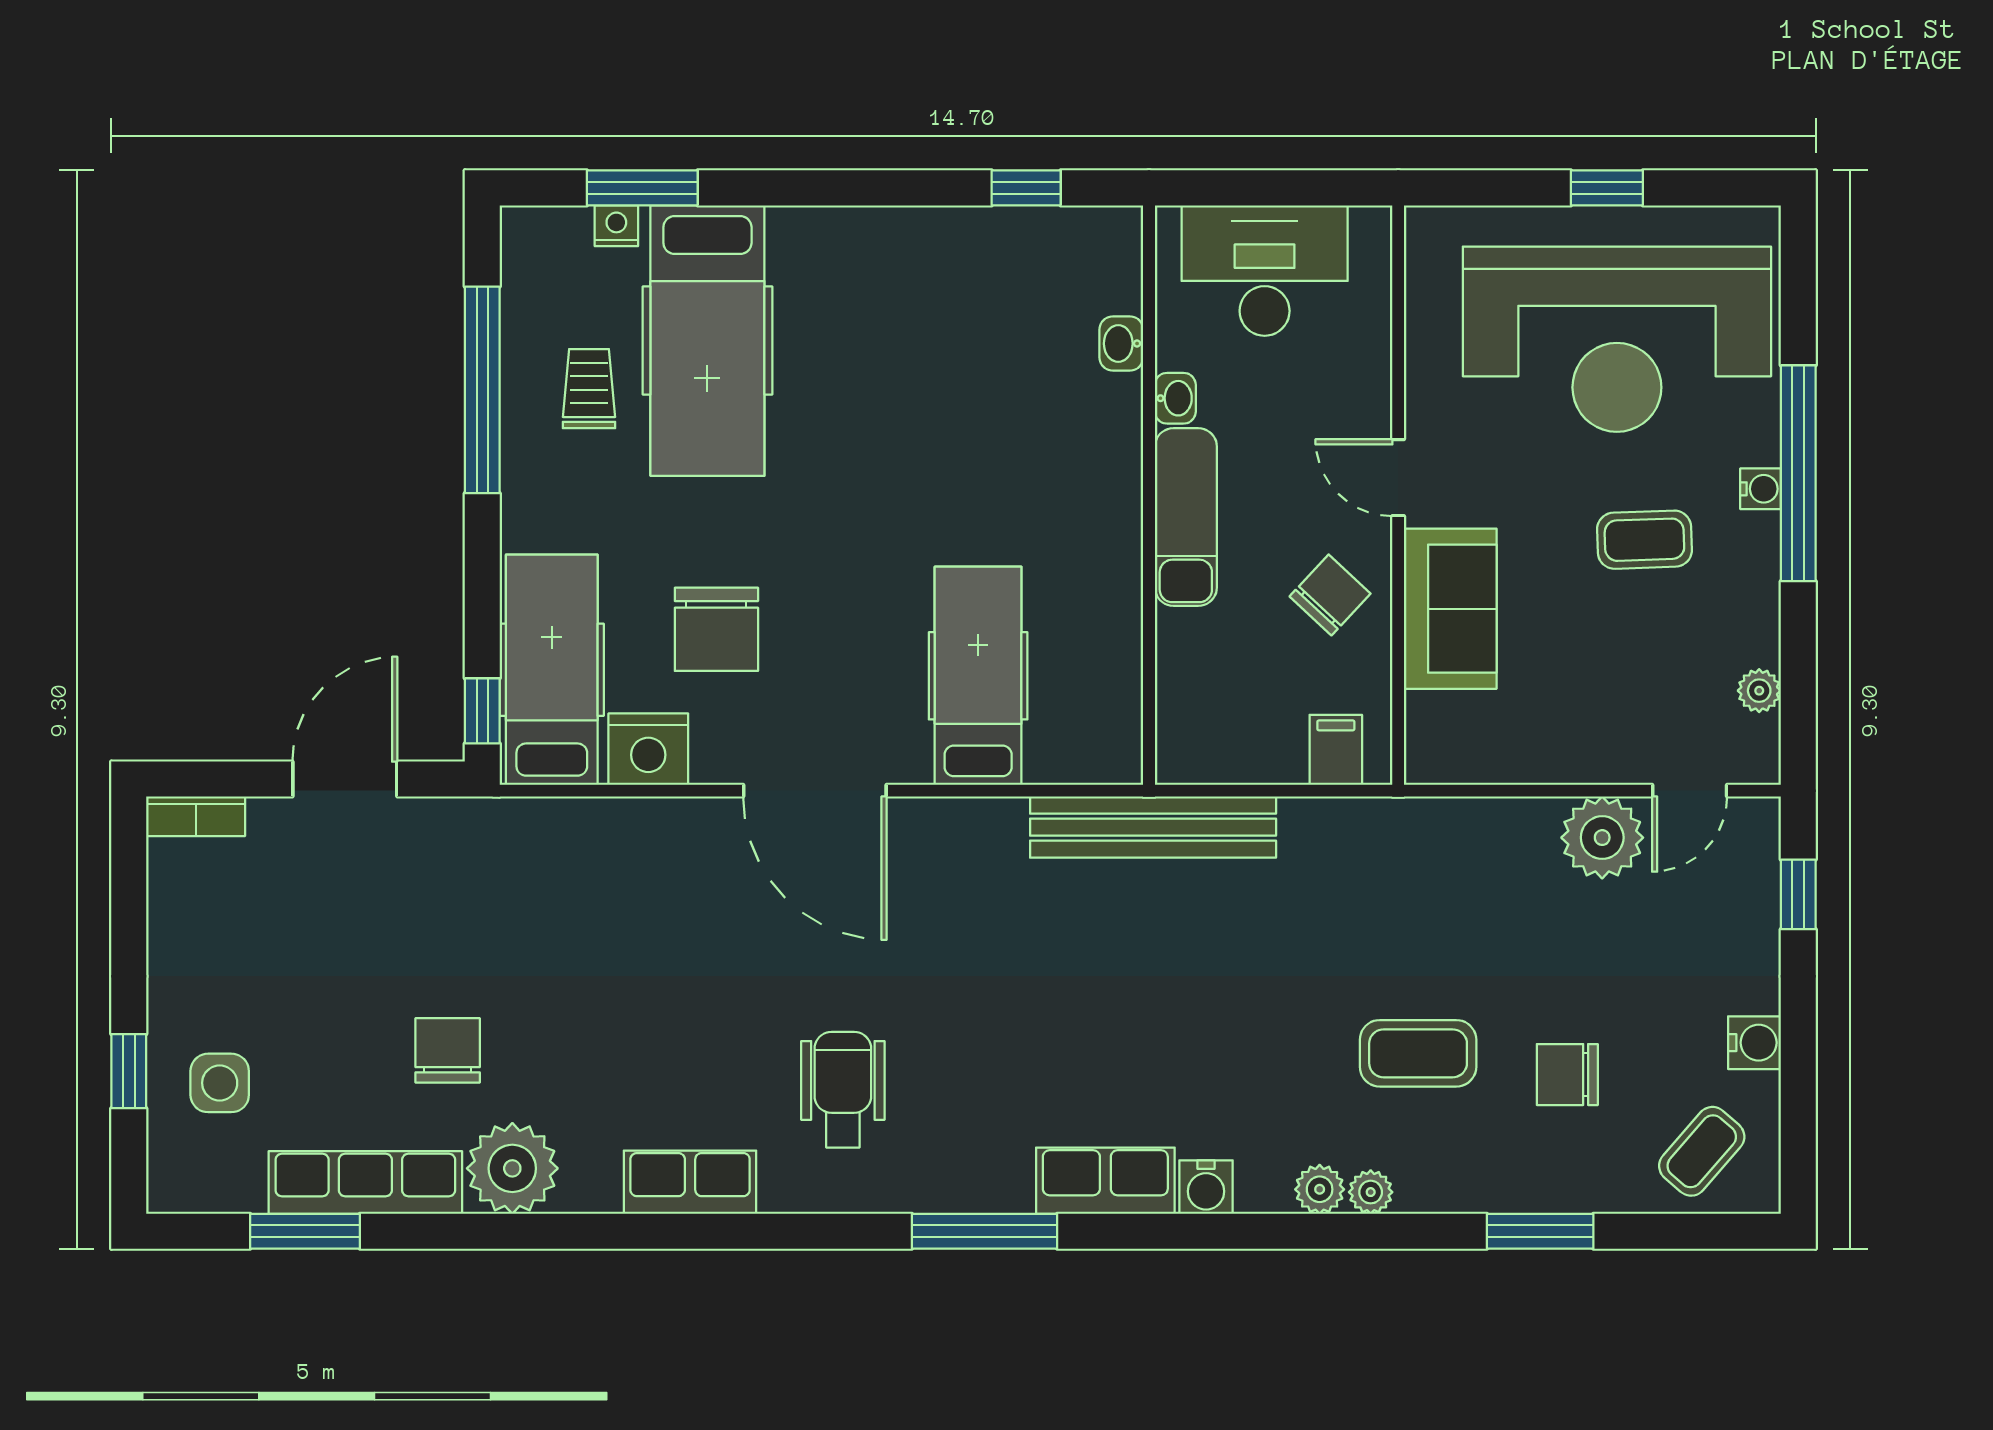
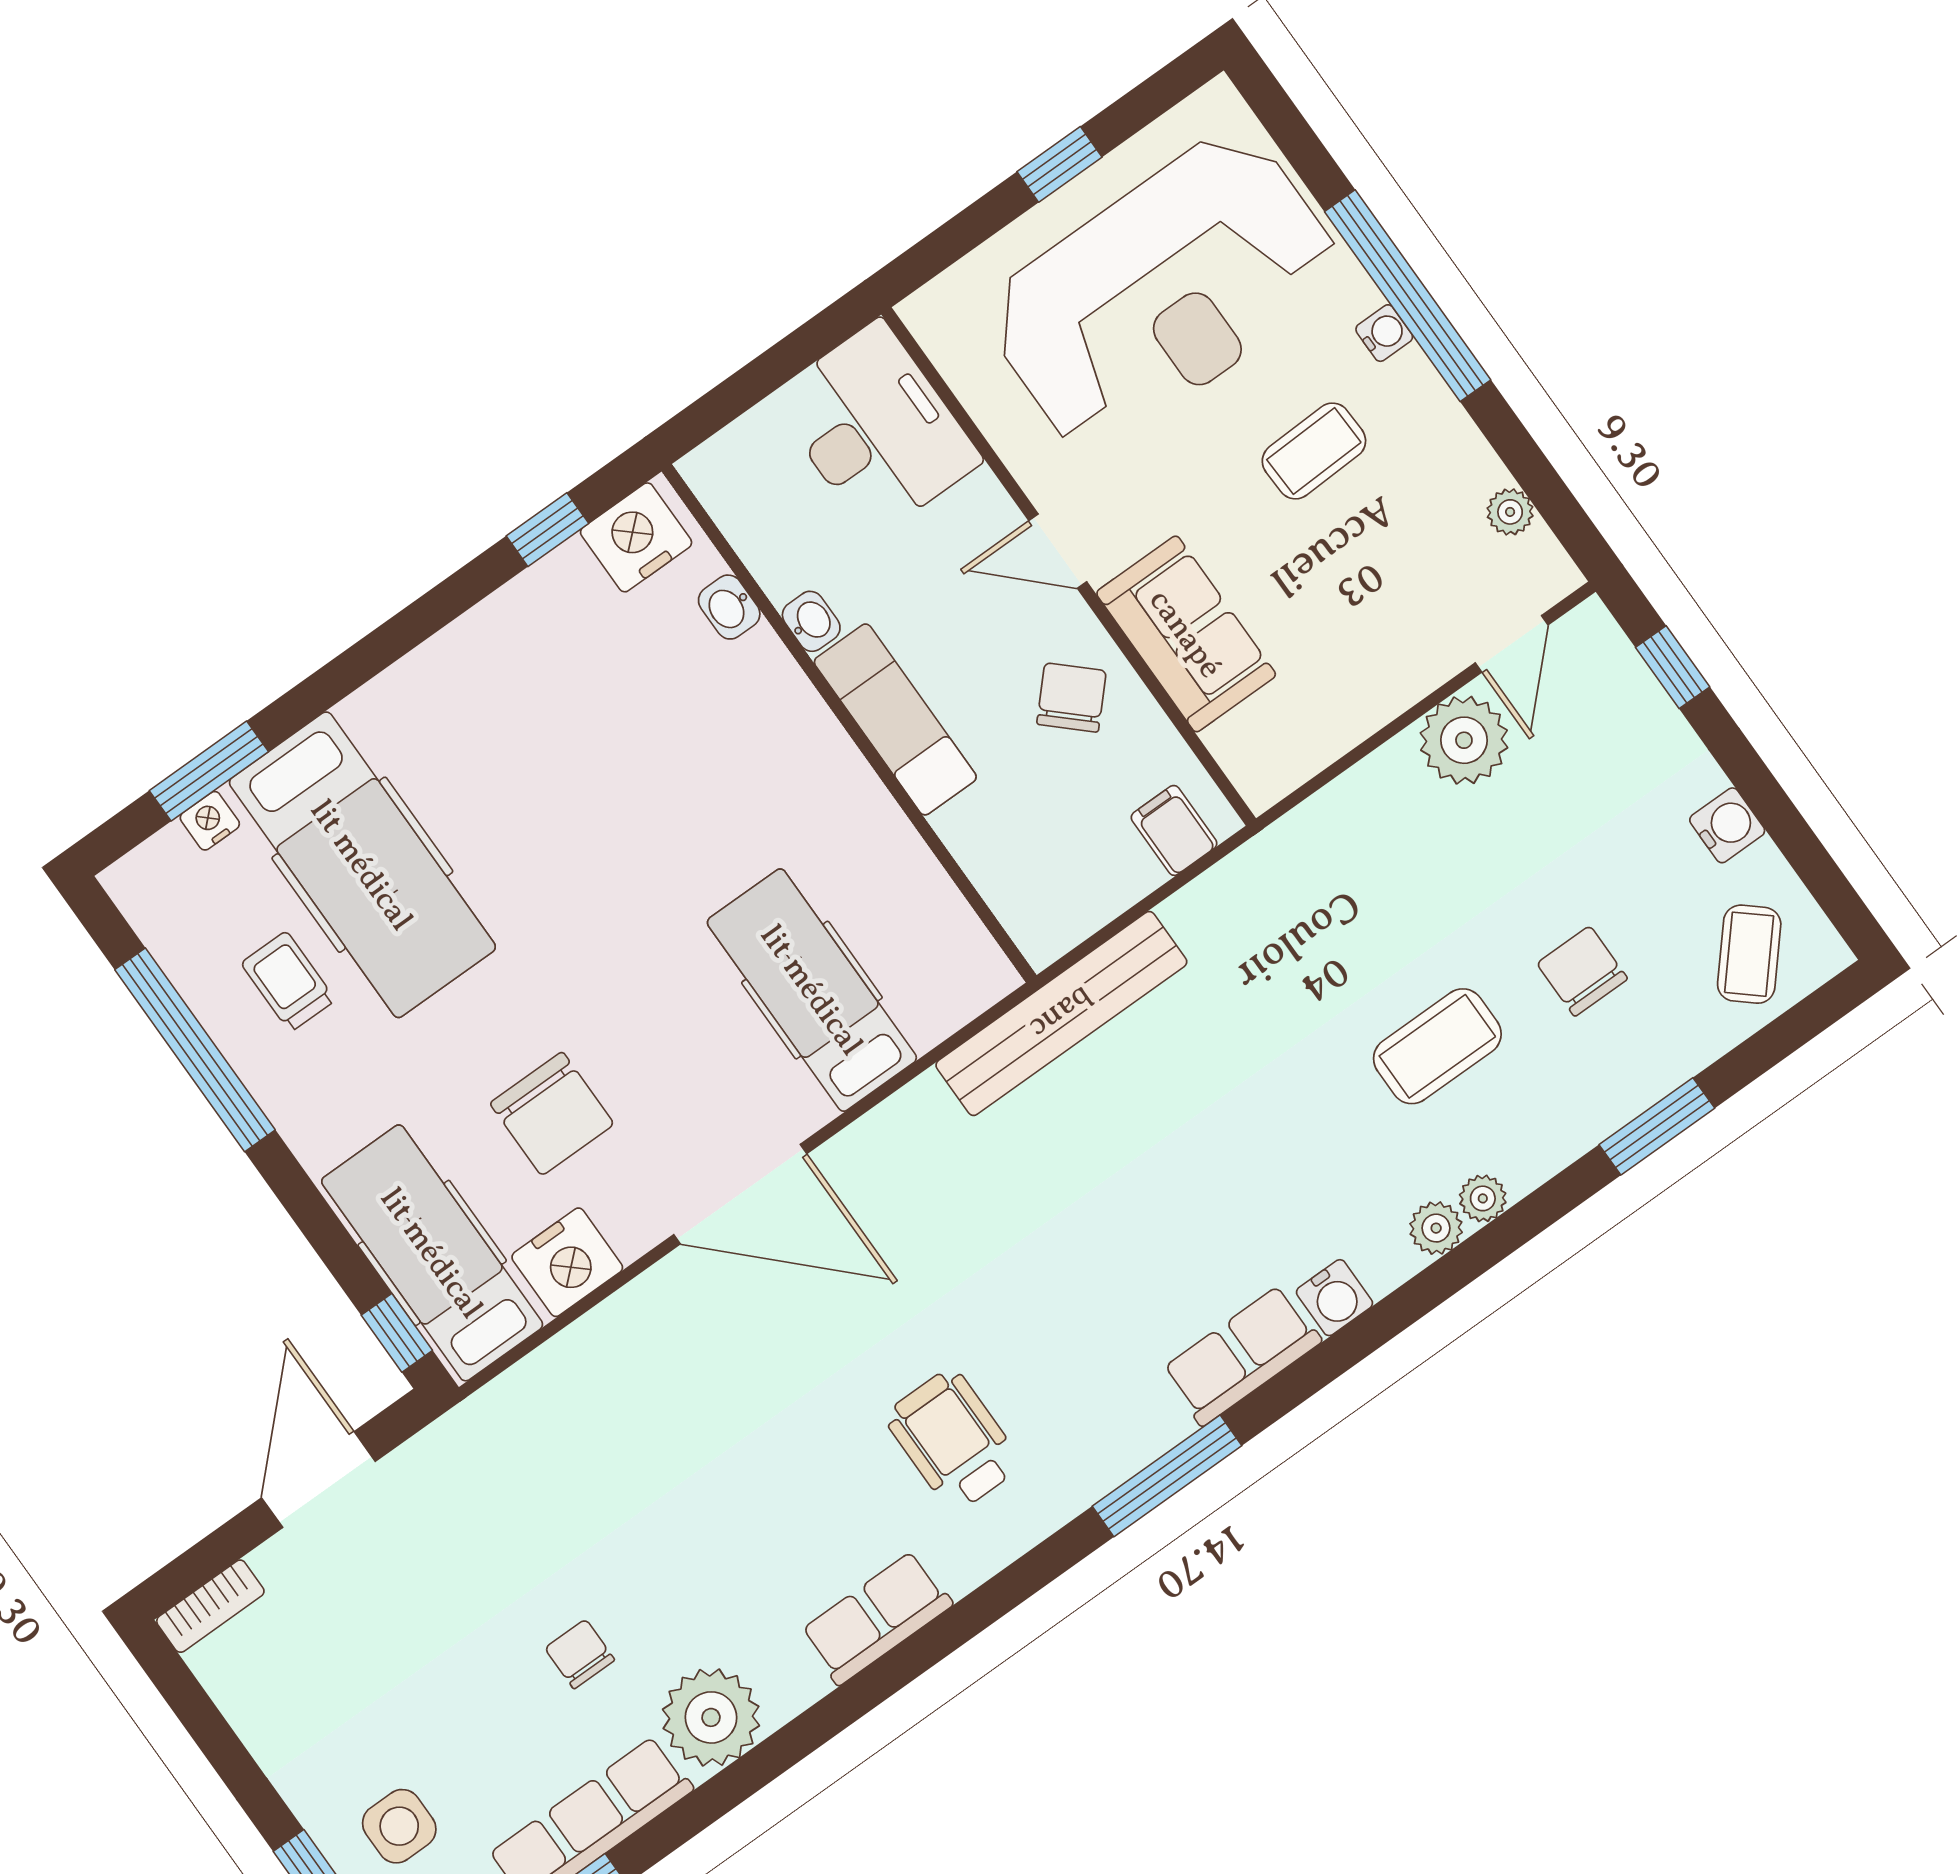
nightstand: (1089, 241) -> (636, 537), added
desk: (1265, 271) -> (876, 429), moved, turned 90
chair: (448, 1050) -> (580, 1654), width x0.73, depth x0.73
chair: (1567, 1075) -> (1582, 971), turned 90

